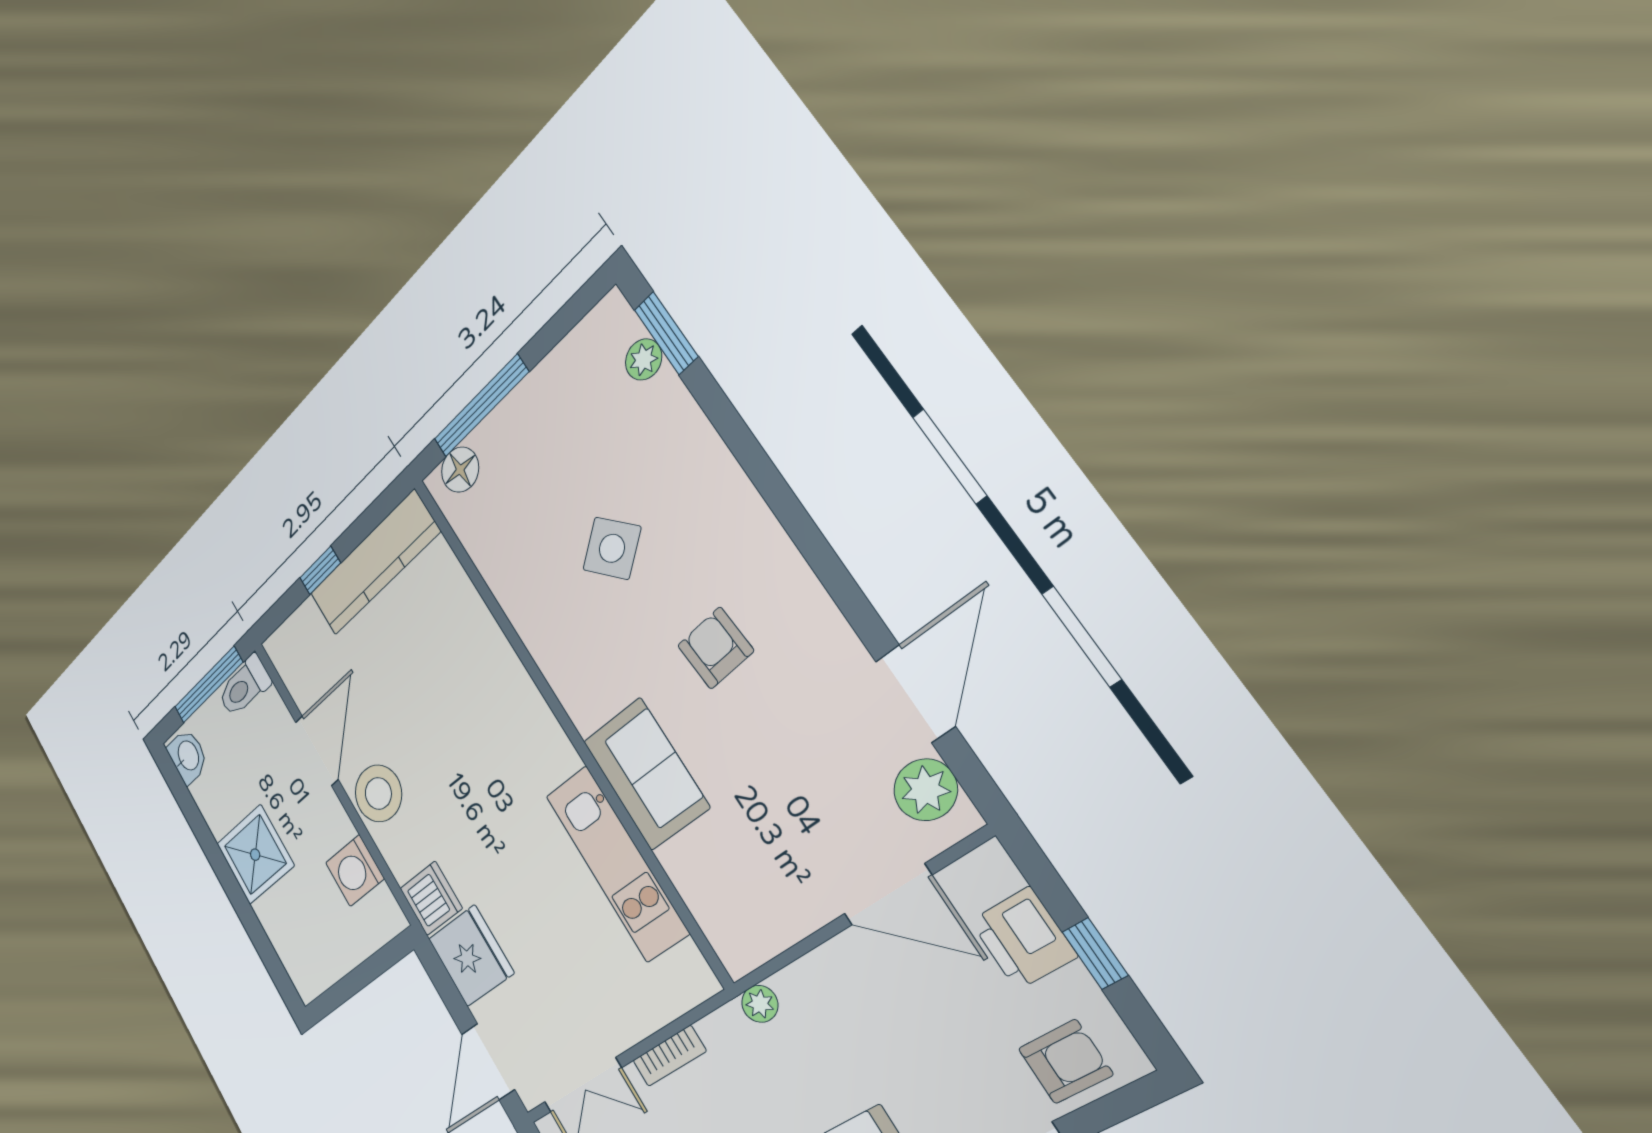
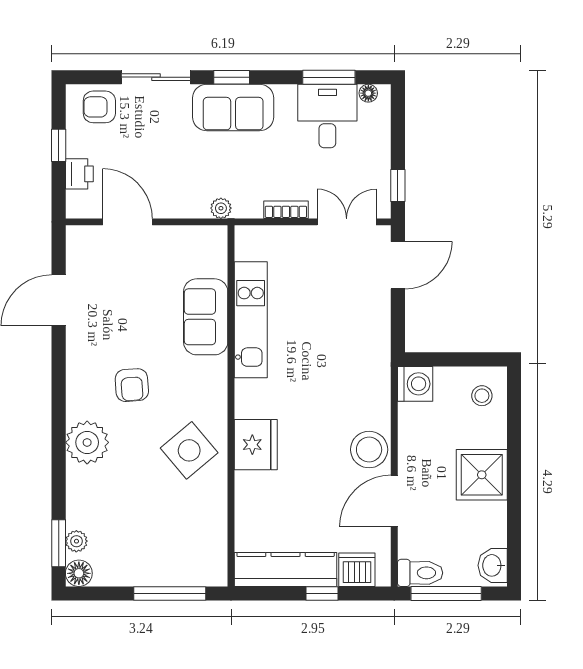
floor lamp: (460, 470) -> (79, 573), moved
side table: (612, 548) -> (189, 450), moved, width x1.37, depth x1.37
sofa: (646, 774) -> (206, 317), moved
plant: (926, 790) -> (87, 442), moved, width x1.36, depth x1.36
washing machine: (355, 871) -> (415, 384), moved
dishwasher: (431, 898) -> (357, 570), moved, turned 90
printer: (1023, 938) -> (79, 174), width x0.73, depth x0.81
stool: (308, 952) -> (482, 396), added
fridge: (471, 956) -> (256, 445), moved, turned 180

